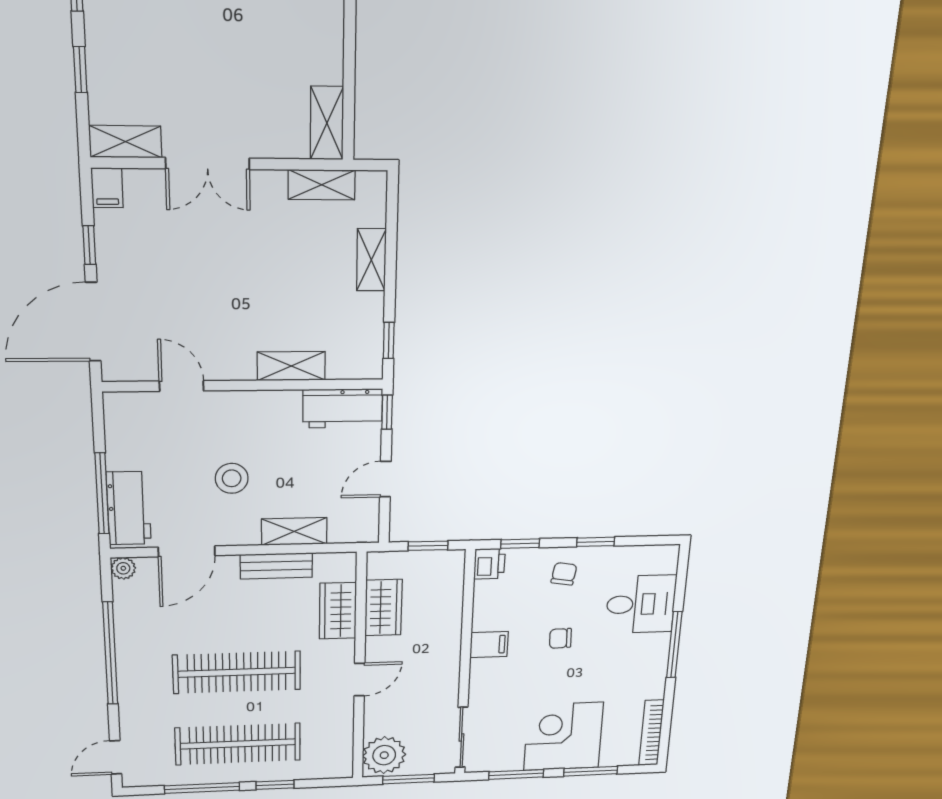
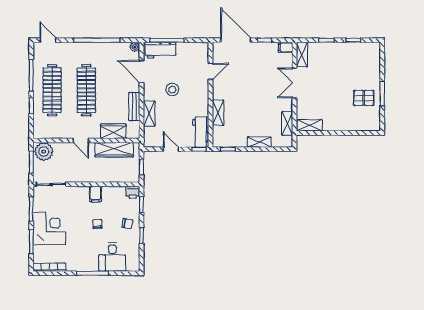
wardrobe: (383, 608) -> (114, 150), width x1.50

